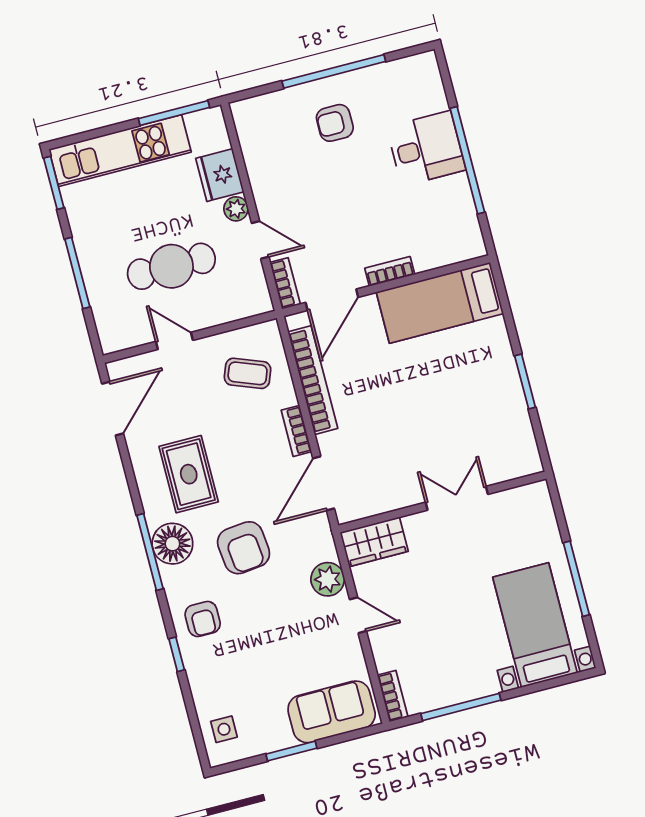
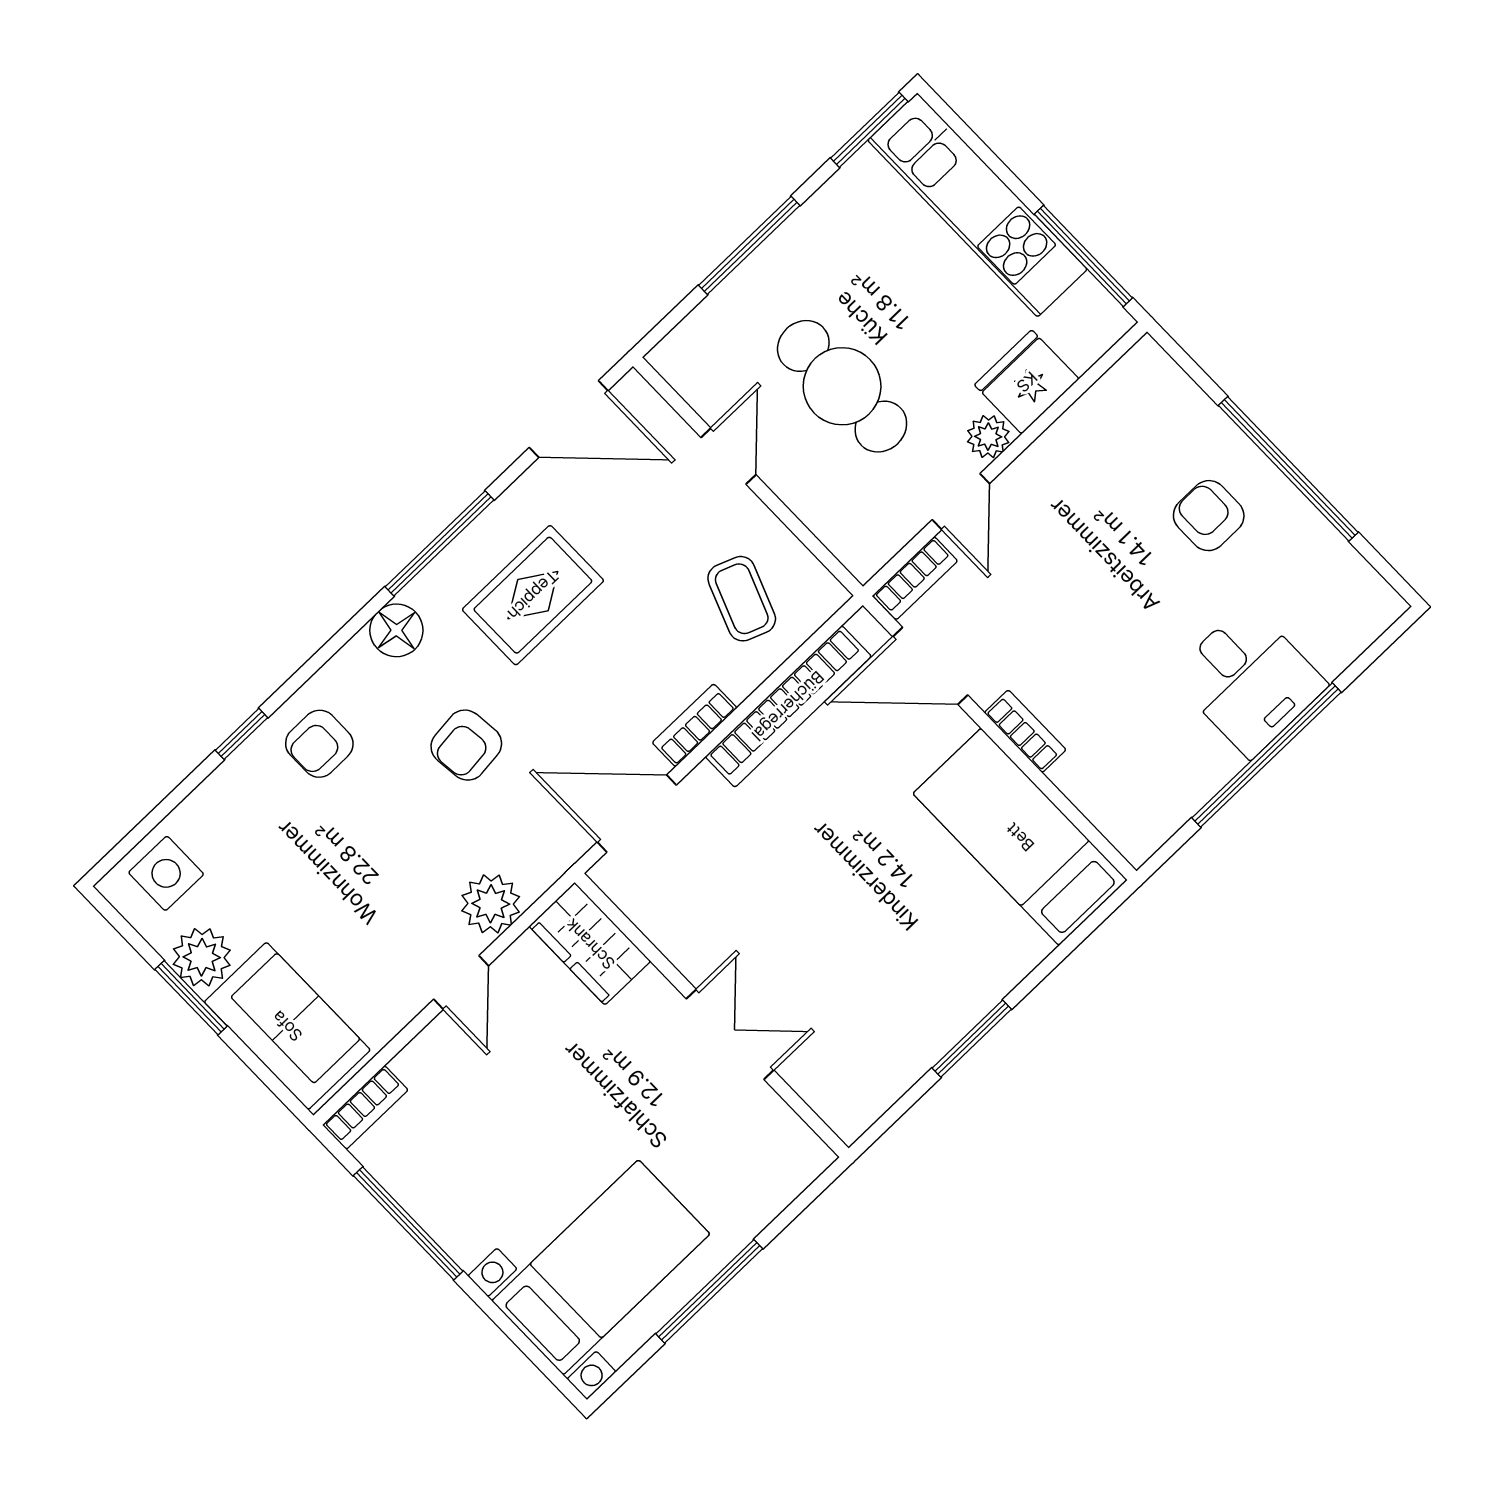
floor lamp: (172, 544) -> (396, 630), width x0.73, depth x0.73
armchair: (244, 548) -> (466, 745), width x0.72, depth x0.72
window: (150, 552) -> (440, 543), moved
side table: (224, 729) -> (166, 873), width x1.37, depth x1.37
plant: (275, 735) -> (202, 957), added

